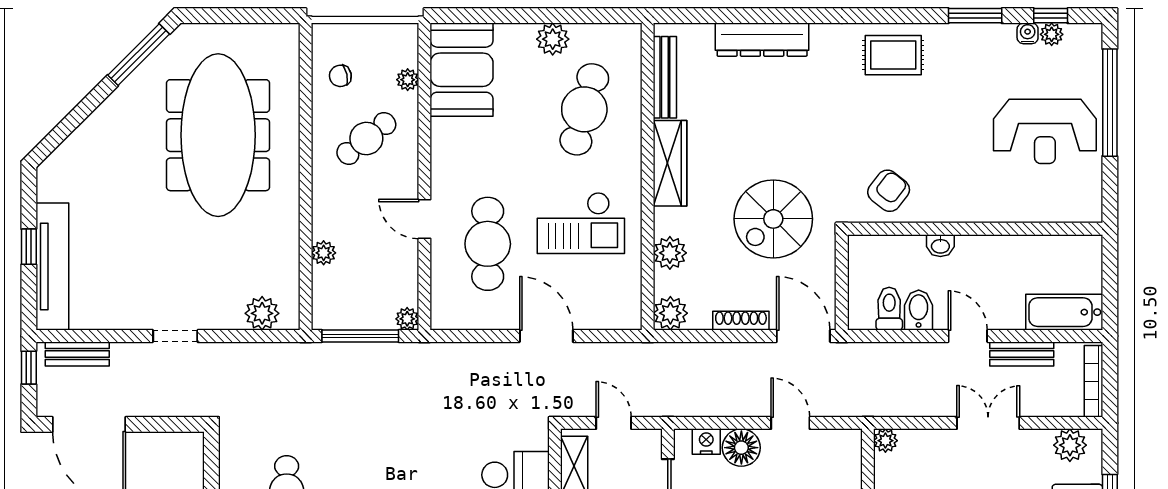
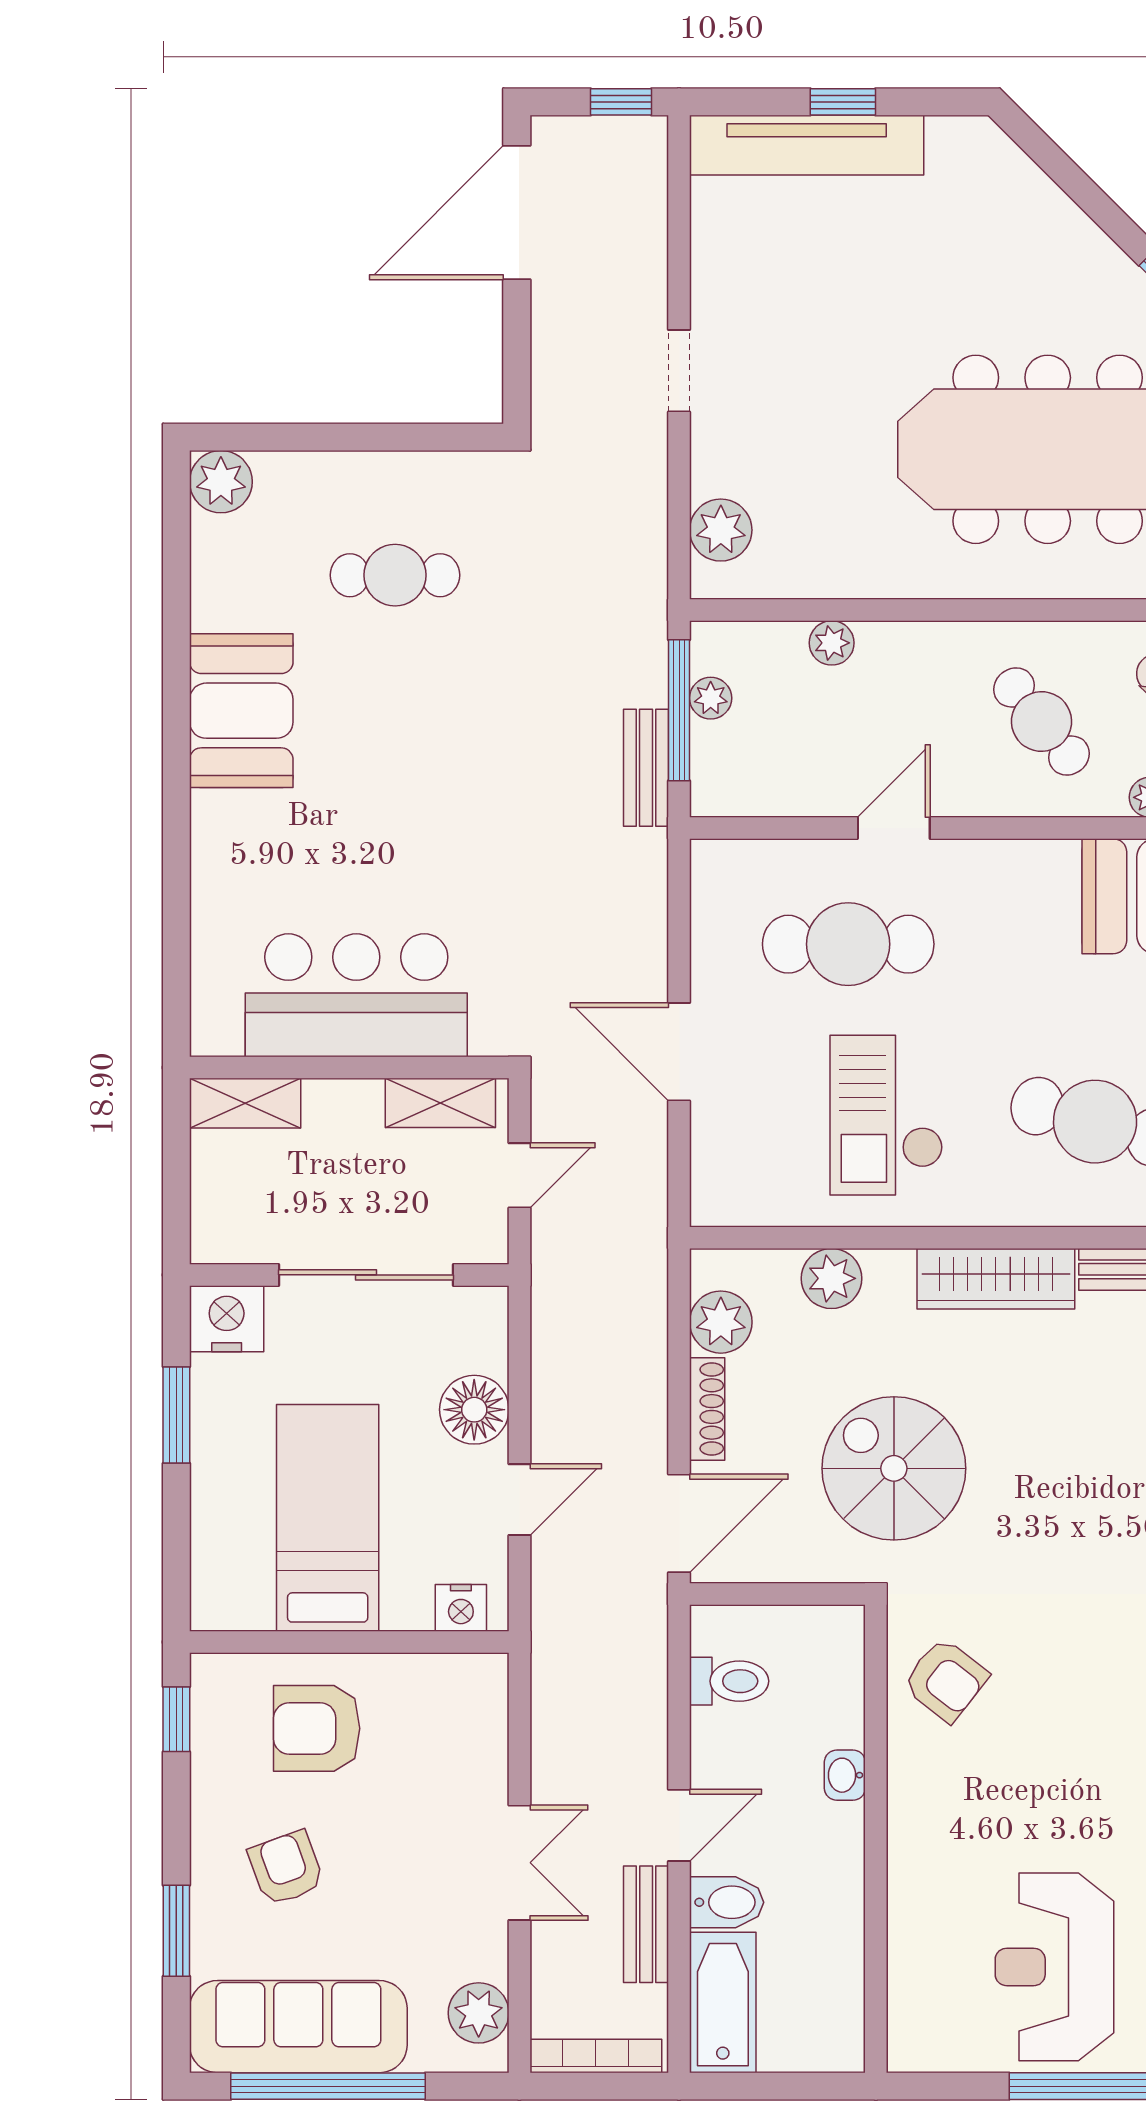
bidet: (919, 310) -> (727, 1902), moved
plant: (670, 313) -> (721, 1322), moved
plant: (407, 319) -> (711, 698), moved
door: (546, 336) -> (679, 1052), swing flipped
bench: (77, 354) -> (646, 768), moved
plant: (885, 441) -> (487, 1674), removed
nightstand: (706, 442) -> (461, 1608), moved, turned 90

